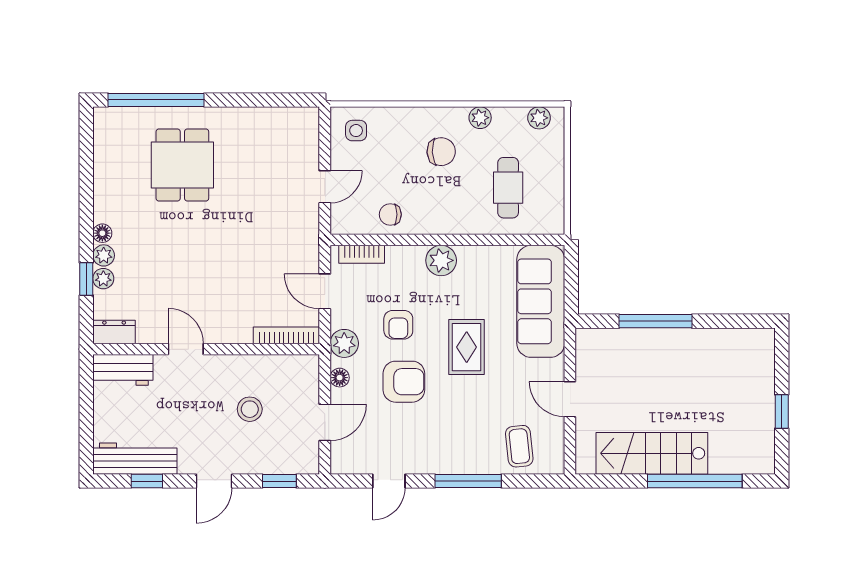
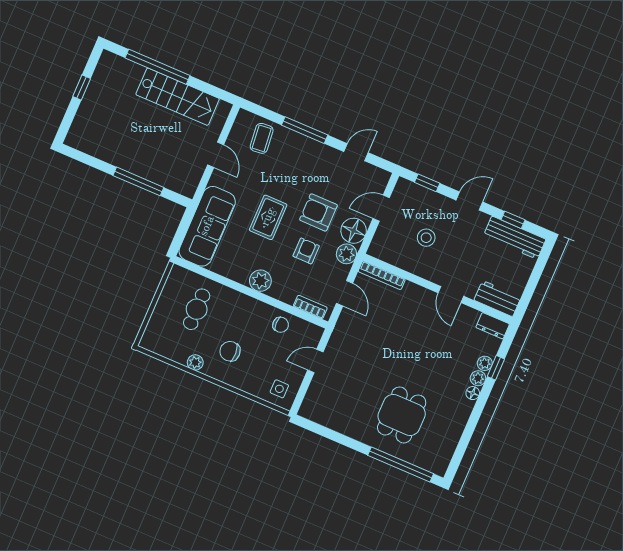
plant: (539, 118) -> (157, 346), removed
floor lamp: (340, 378) -> (354, 231), width x1.89, depth x1.89

